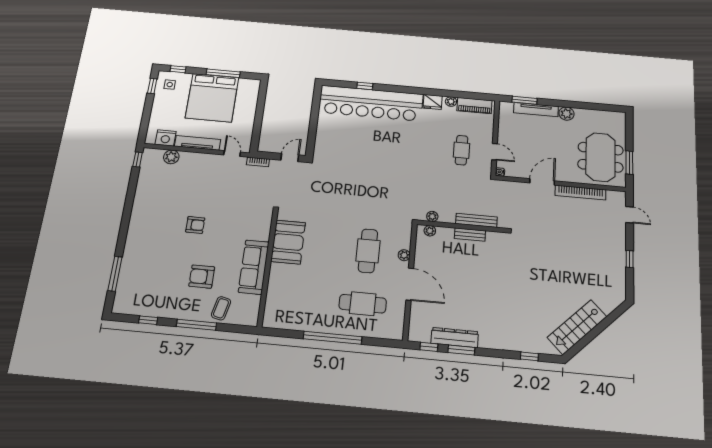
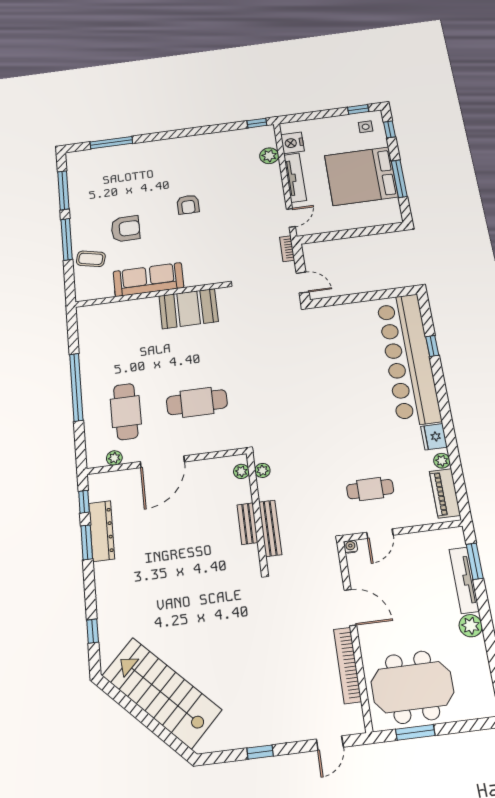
plant: (404, 255) -> (114, 458), moved
armchair: (202, 277) -> (125, 229), turned 90
window: (148, 320) -> (63, 190), width x2.17
stairs: (577, 327) -> (161, 693), width x1.36, depth x1.51

